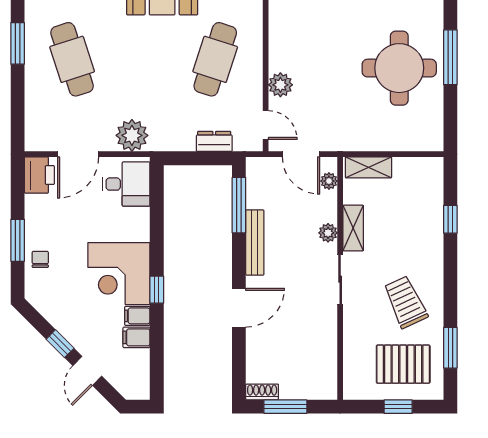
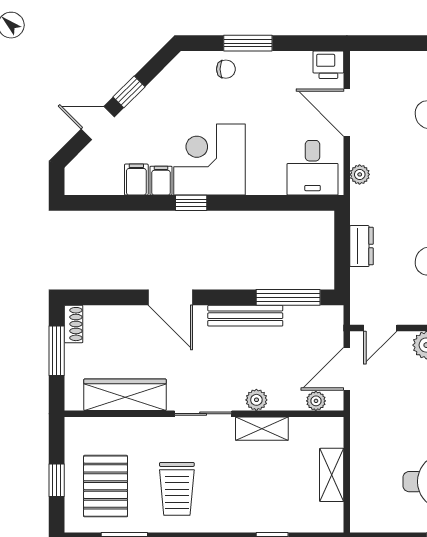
plant: (132, 135) -> (360, 174), width x0.53, depth x0.53
dresser: (214, 141) -> (361, 246), moved
shelving: (368, 167) -> (332, 475), moved
printer: (39, 175) -> (328, 65), width x0.73, depth x0.81
trolley: (406, 302) -> (177, 489), turned 115
wardrobe: (324, 347) -> (125, 395), added

